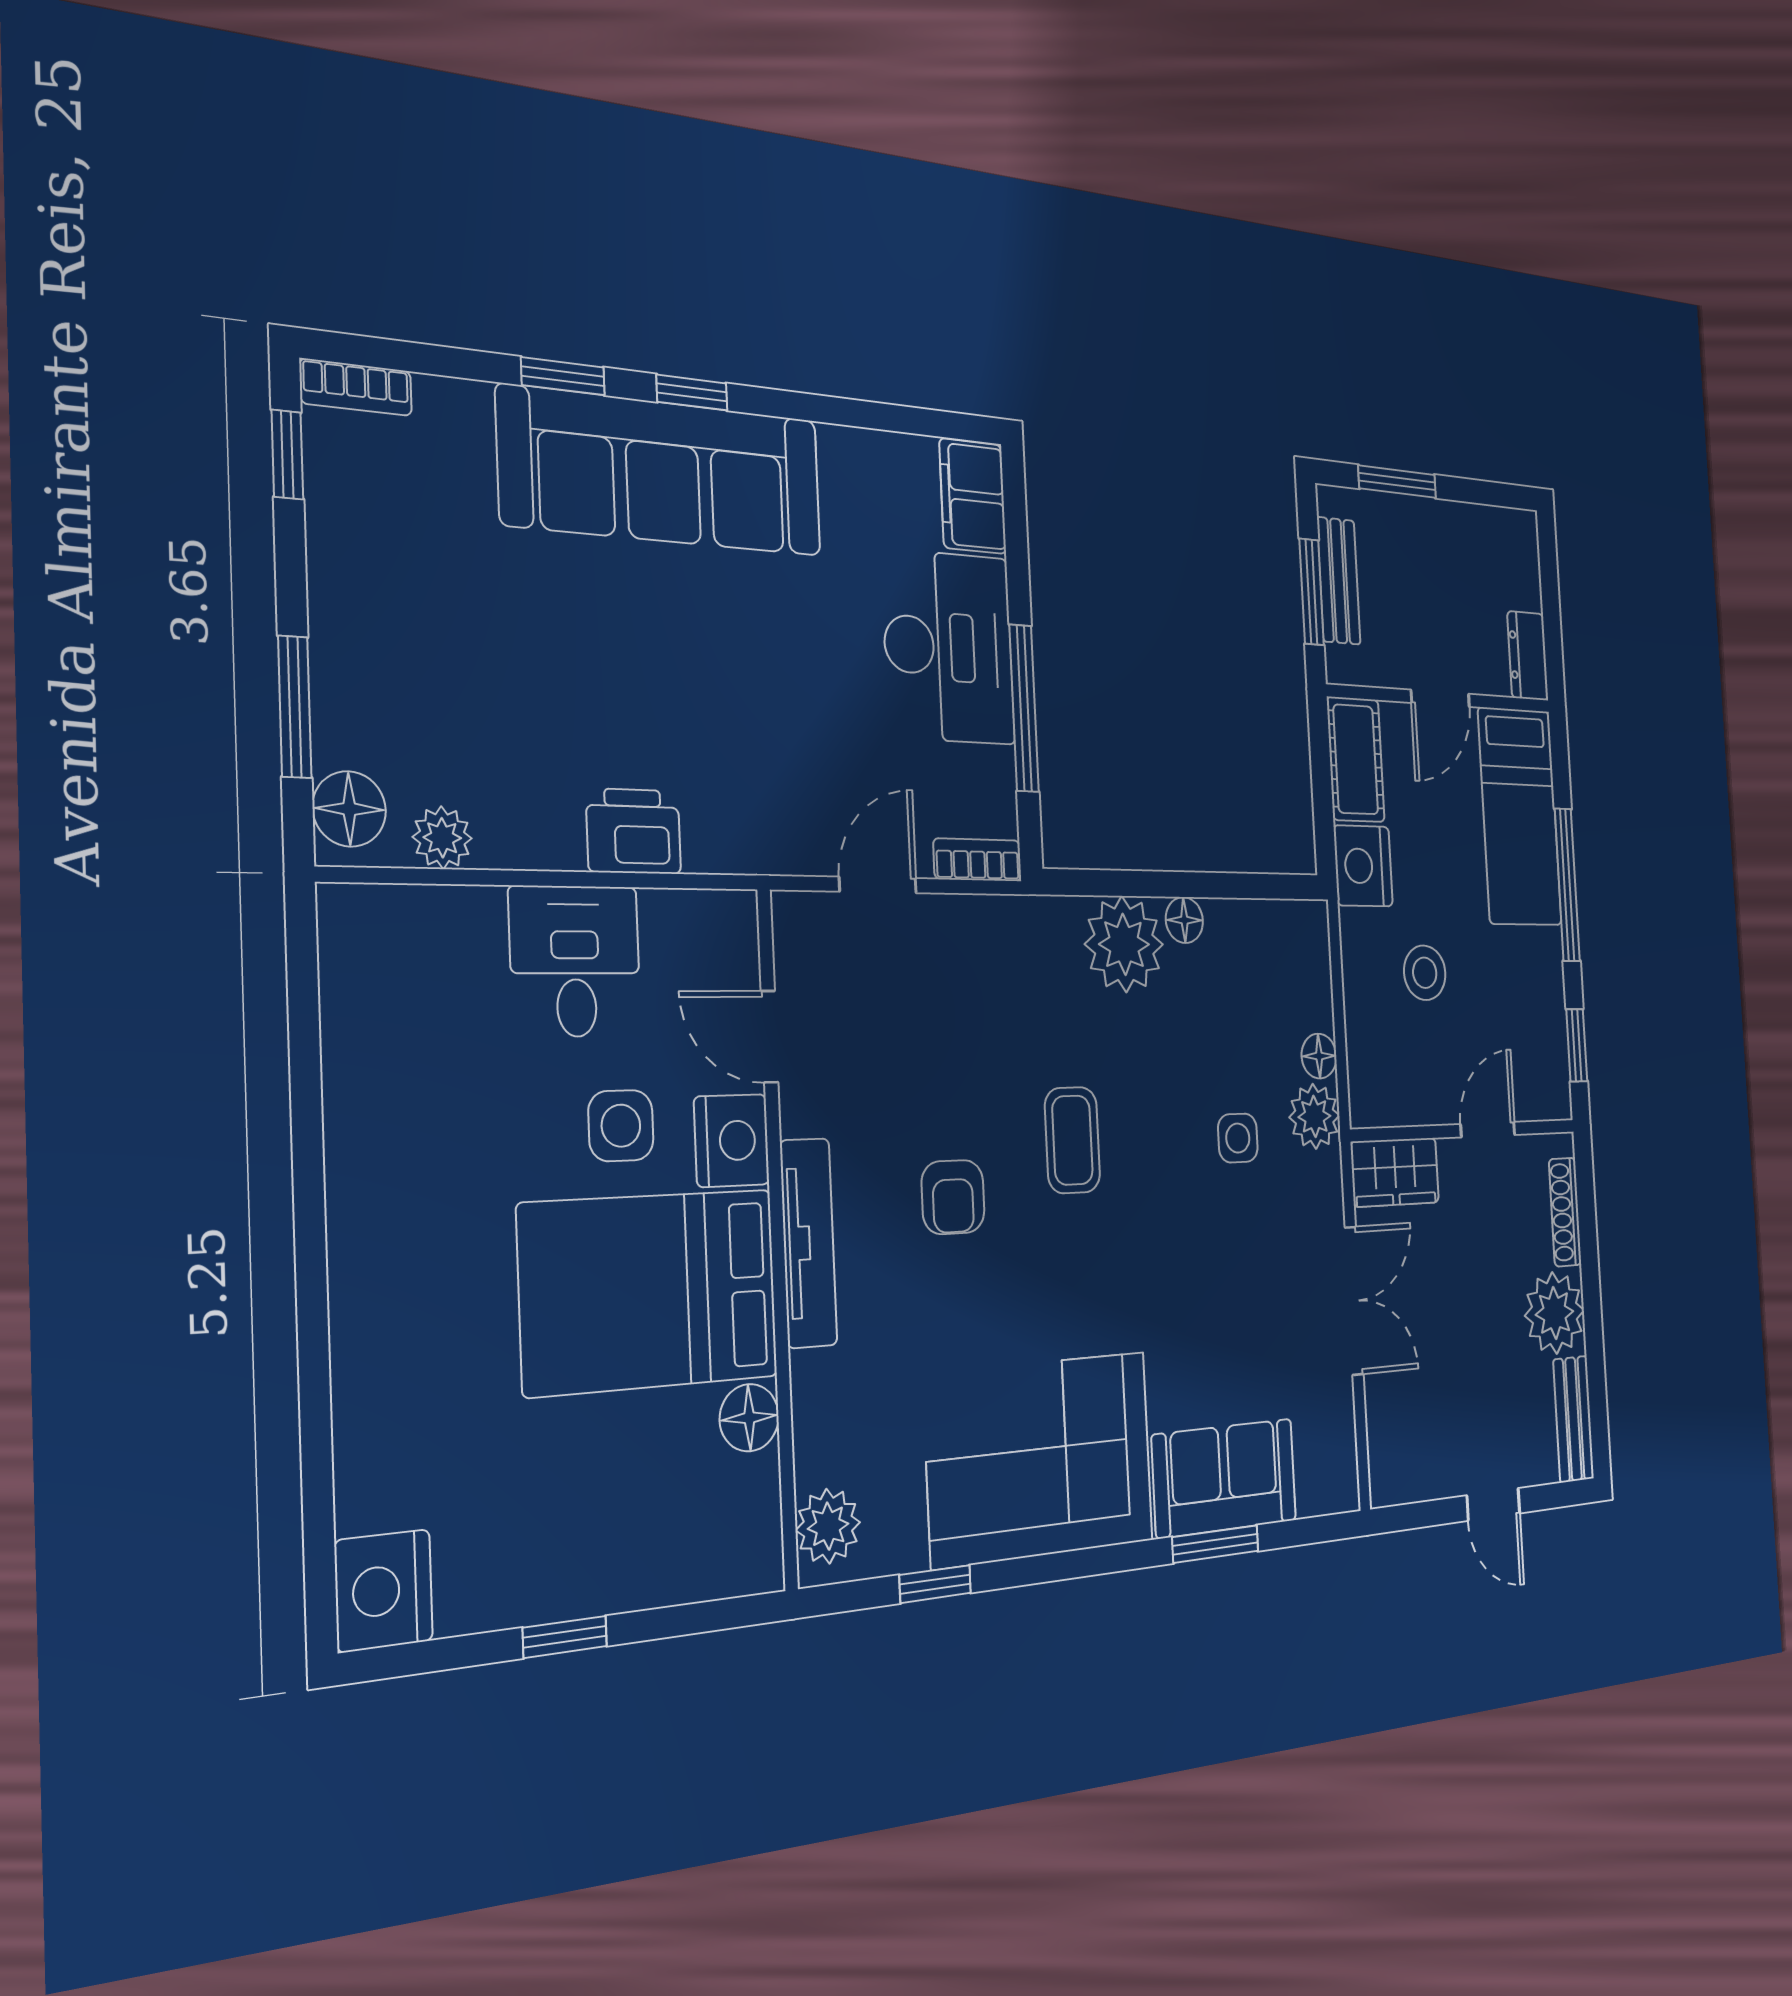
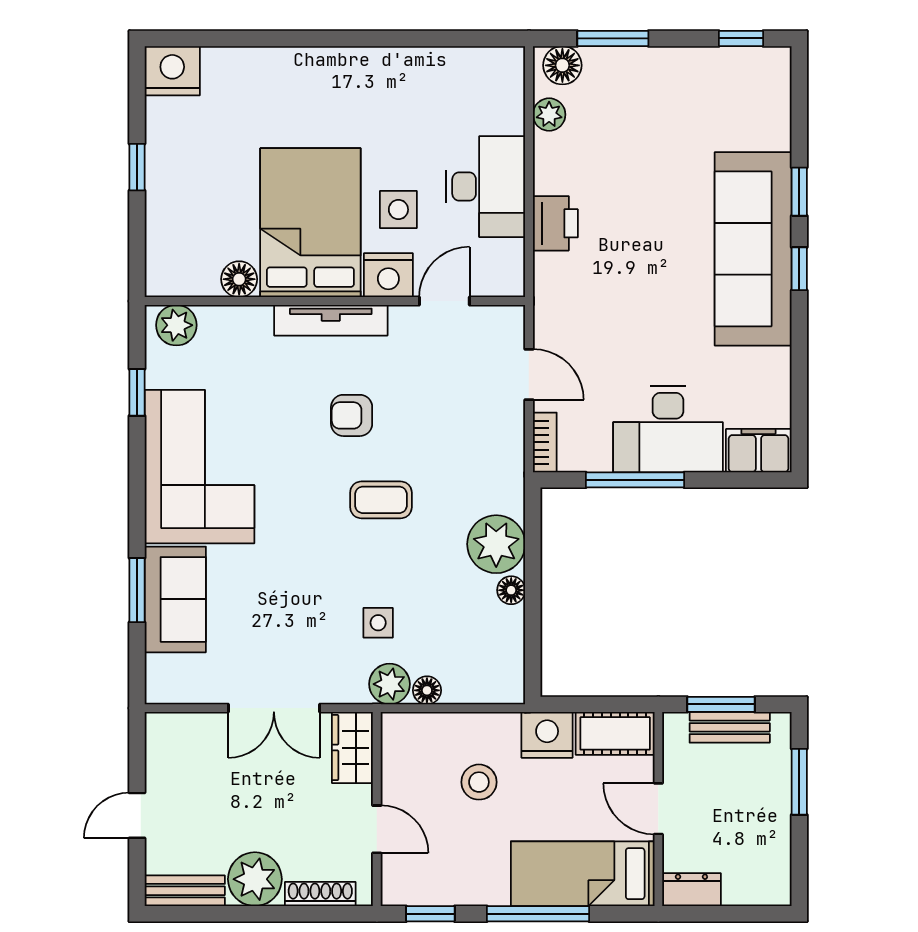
bookcase: (356, 387) -> (780, 76), removed
desk: (575, 961) -> (486, 187), width x1.37

